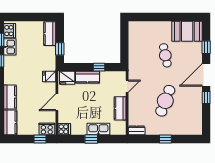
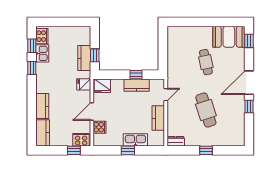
kitchen counter: (50, 34) -> (84, 58), moved
window: (206, 47) -> (249, 41), moved
kitchen counter: (87, 77) -> (137, 85), moved
cafe table: (165, 101) -> (206, 110), turned -39
cooker: (64, 129) -> (100, 127), moved

